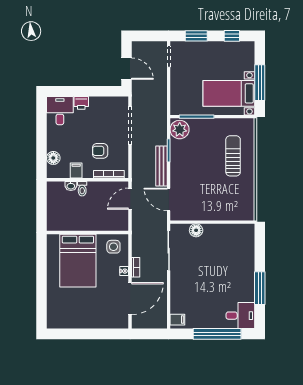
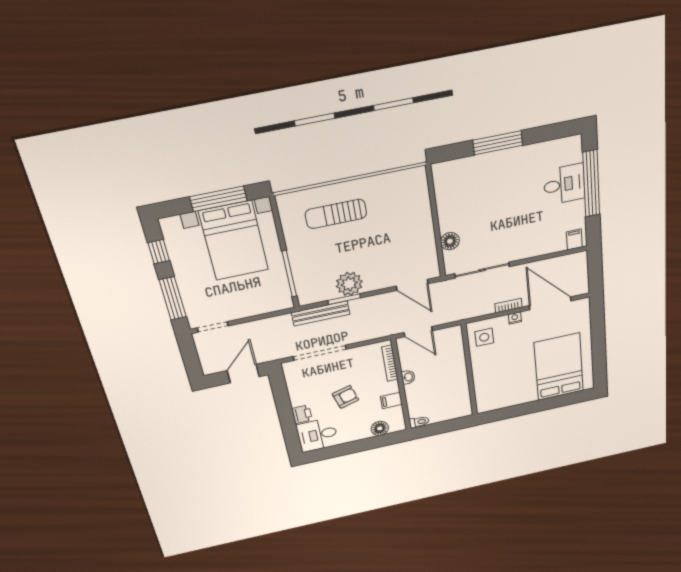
window: (196, 36) -> (173, 298), width x1.44
bed with nightstands: (229, 93) -> (234, 241), width x1.36
plant: (180, 130) -> (349, 284), moved
armchair: (100, 151) -> (345, 397), moved, turned -106
bench: (161, 166) -> (321, 313), moved
washbasin: (71, 186) -> (408, 377), moved
toilet: (82, 189) -> (419, 422), moved
door: (169, 199) -> (412, 285), hinge flipped
bed: (78, 261) -> (559, 367), moved, turned -90
window: (260, 288) -> (498, 143), moved
desk: (240, 316) -> (564, 184), moved, turned 90

